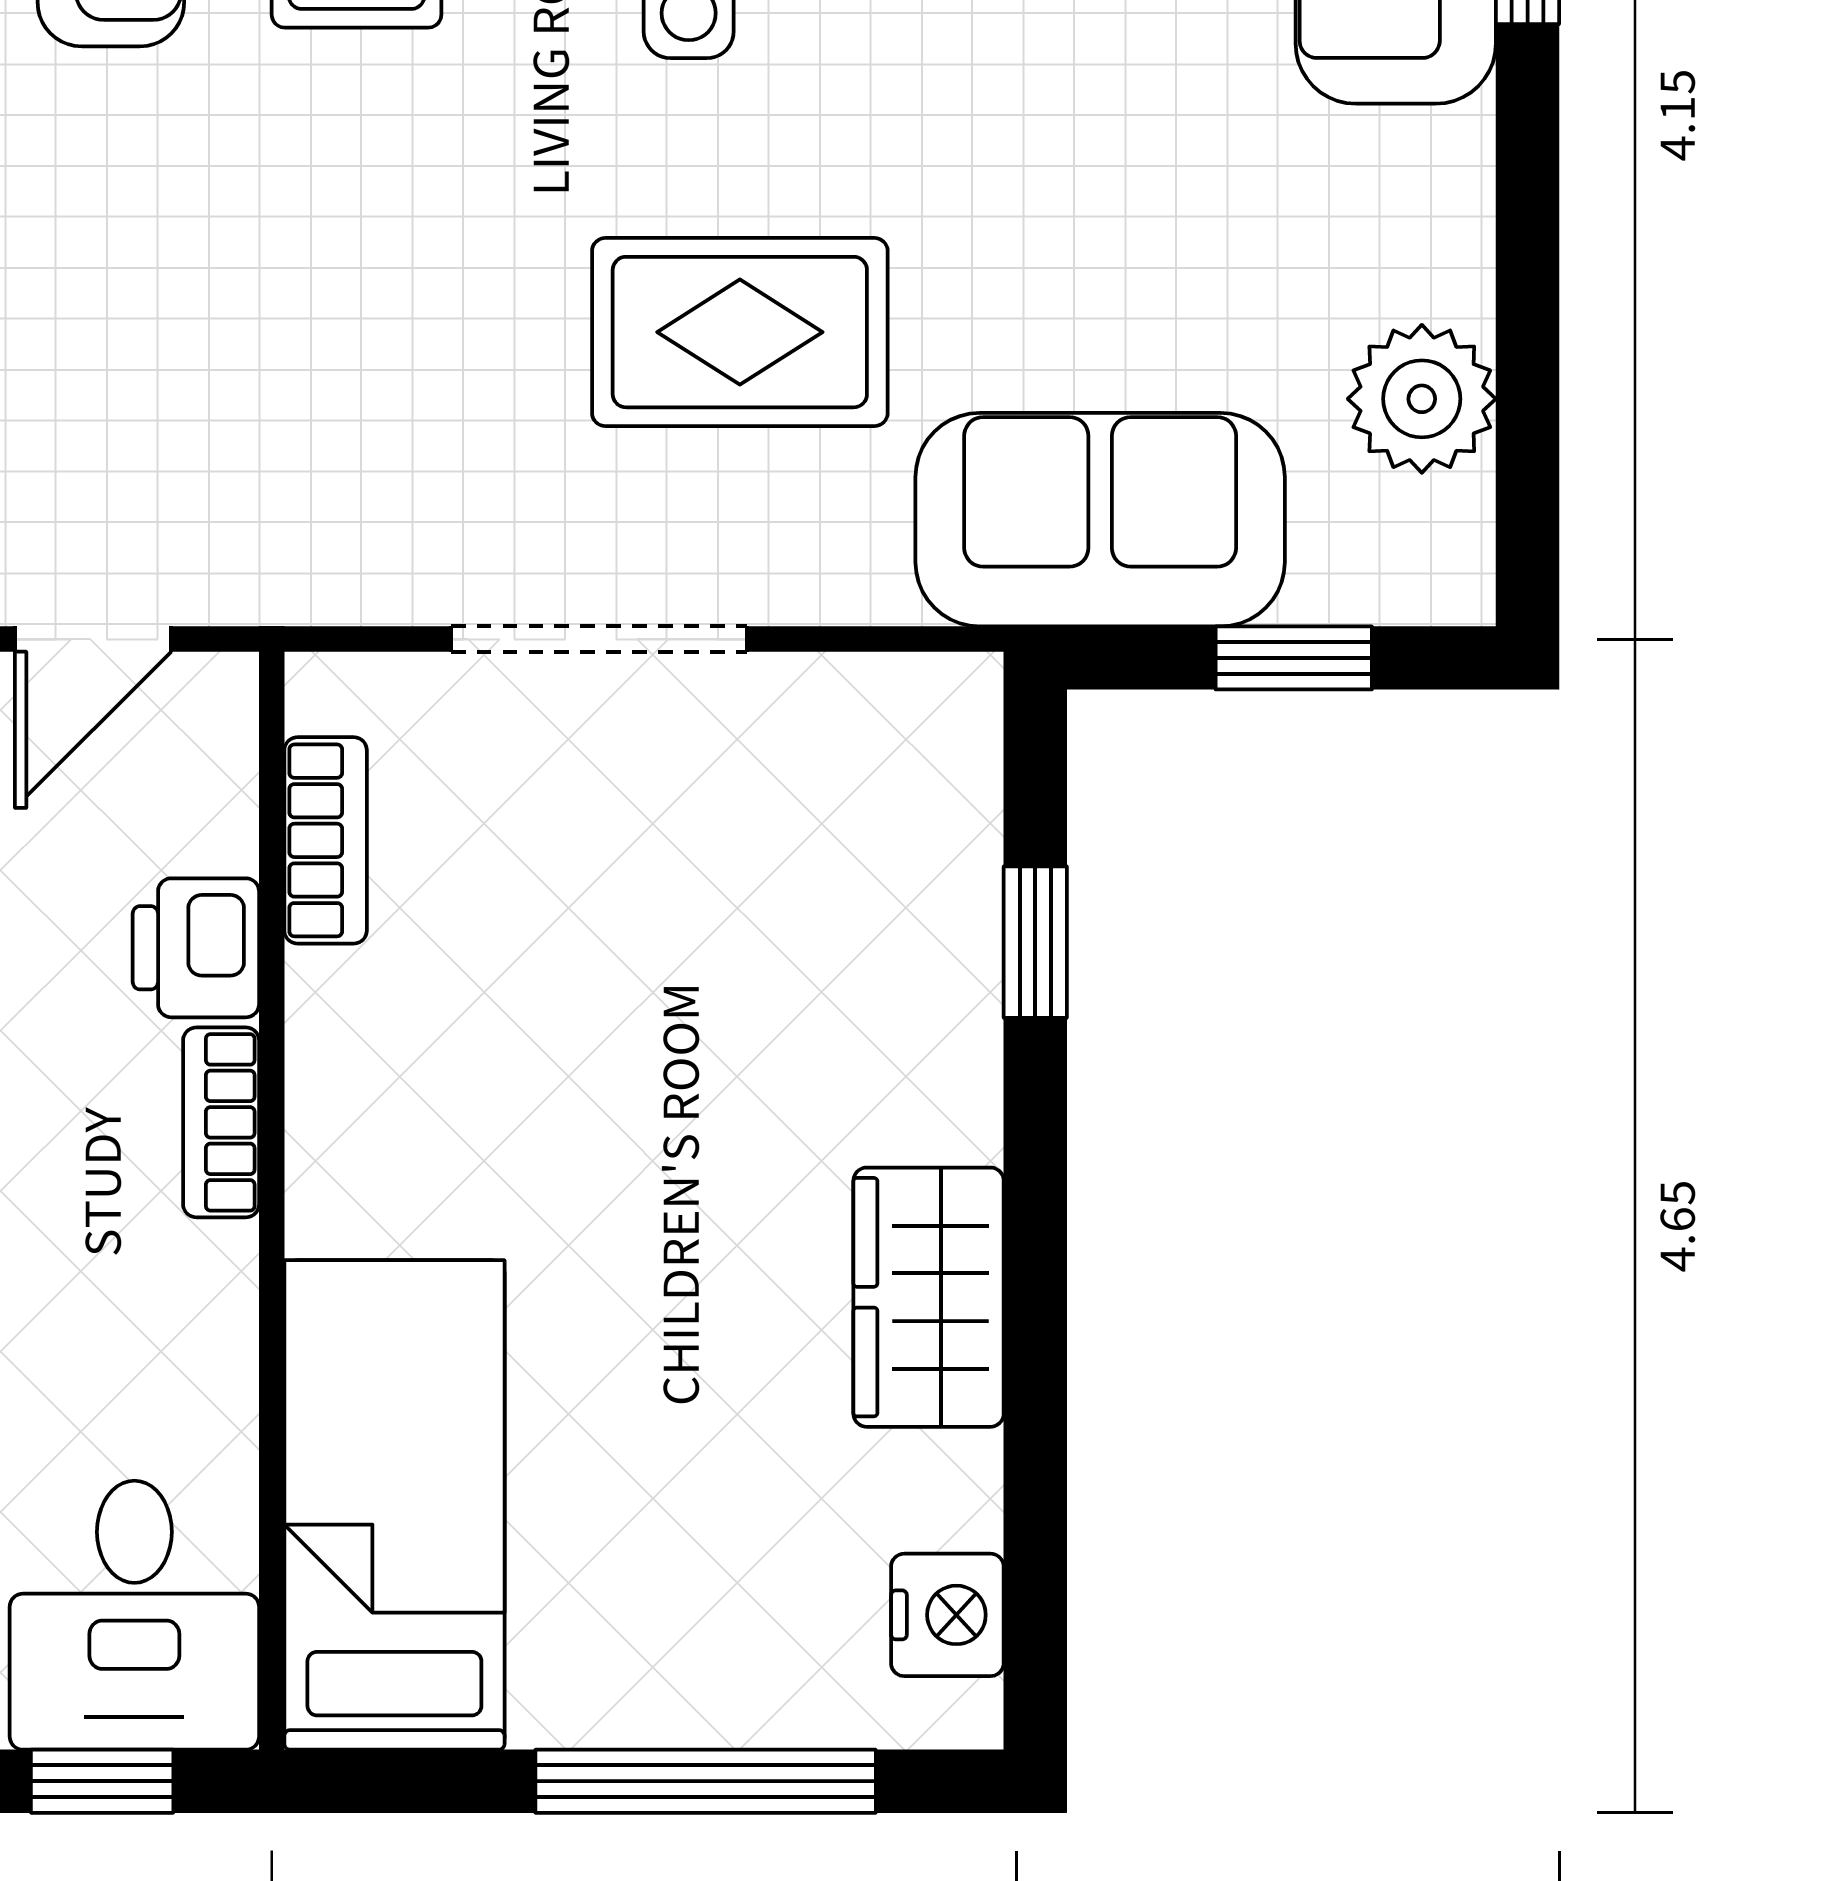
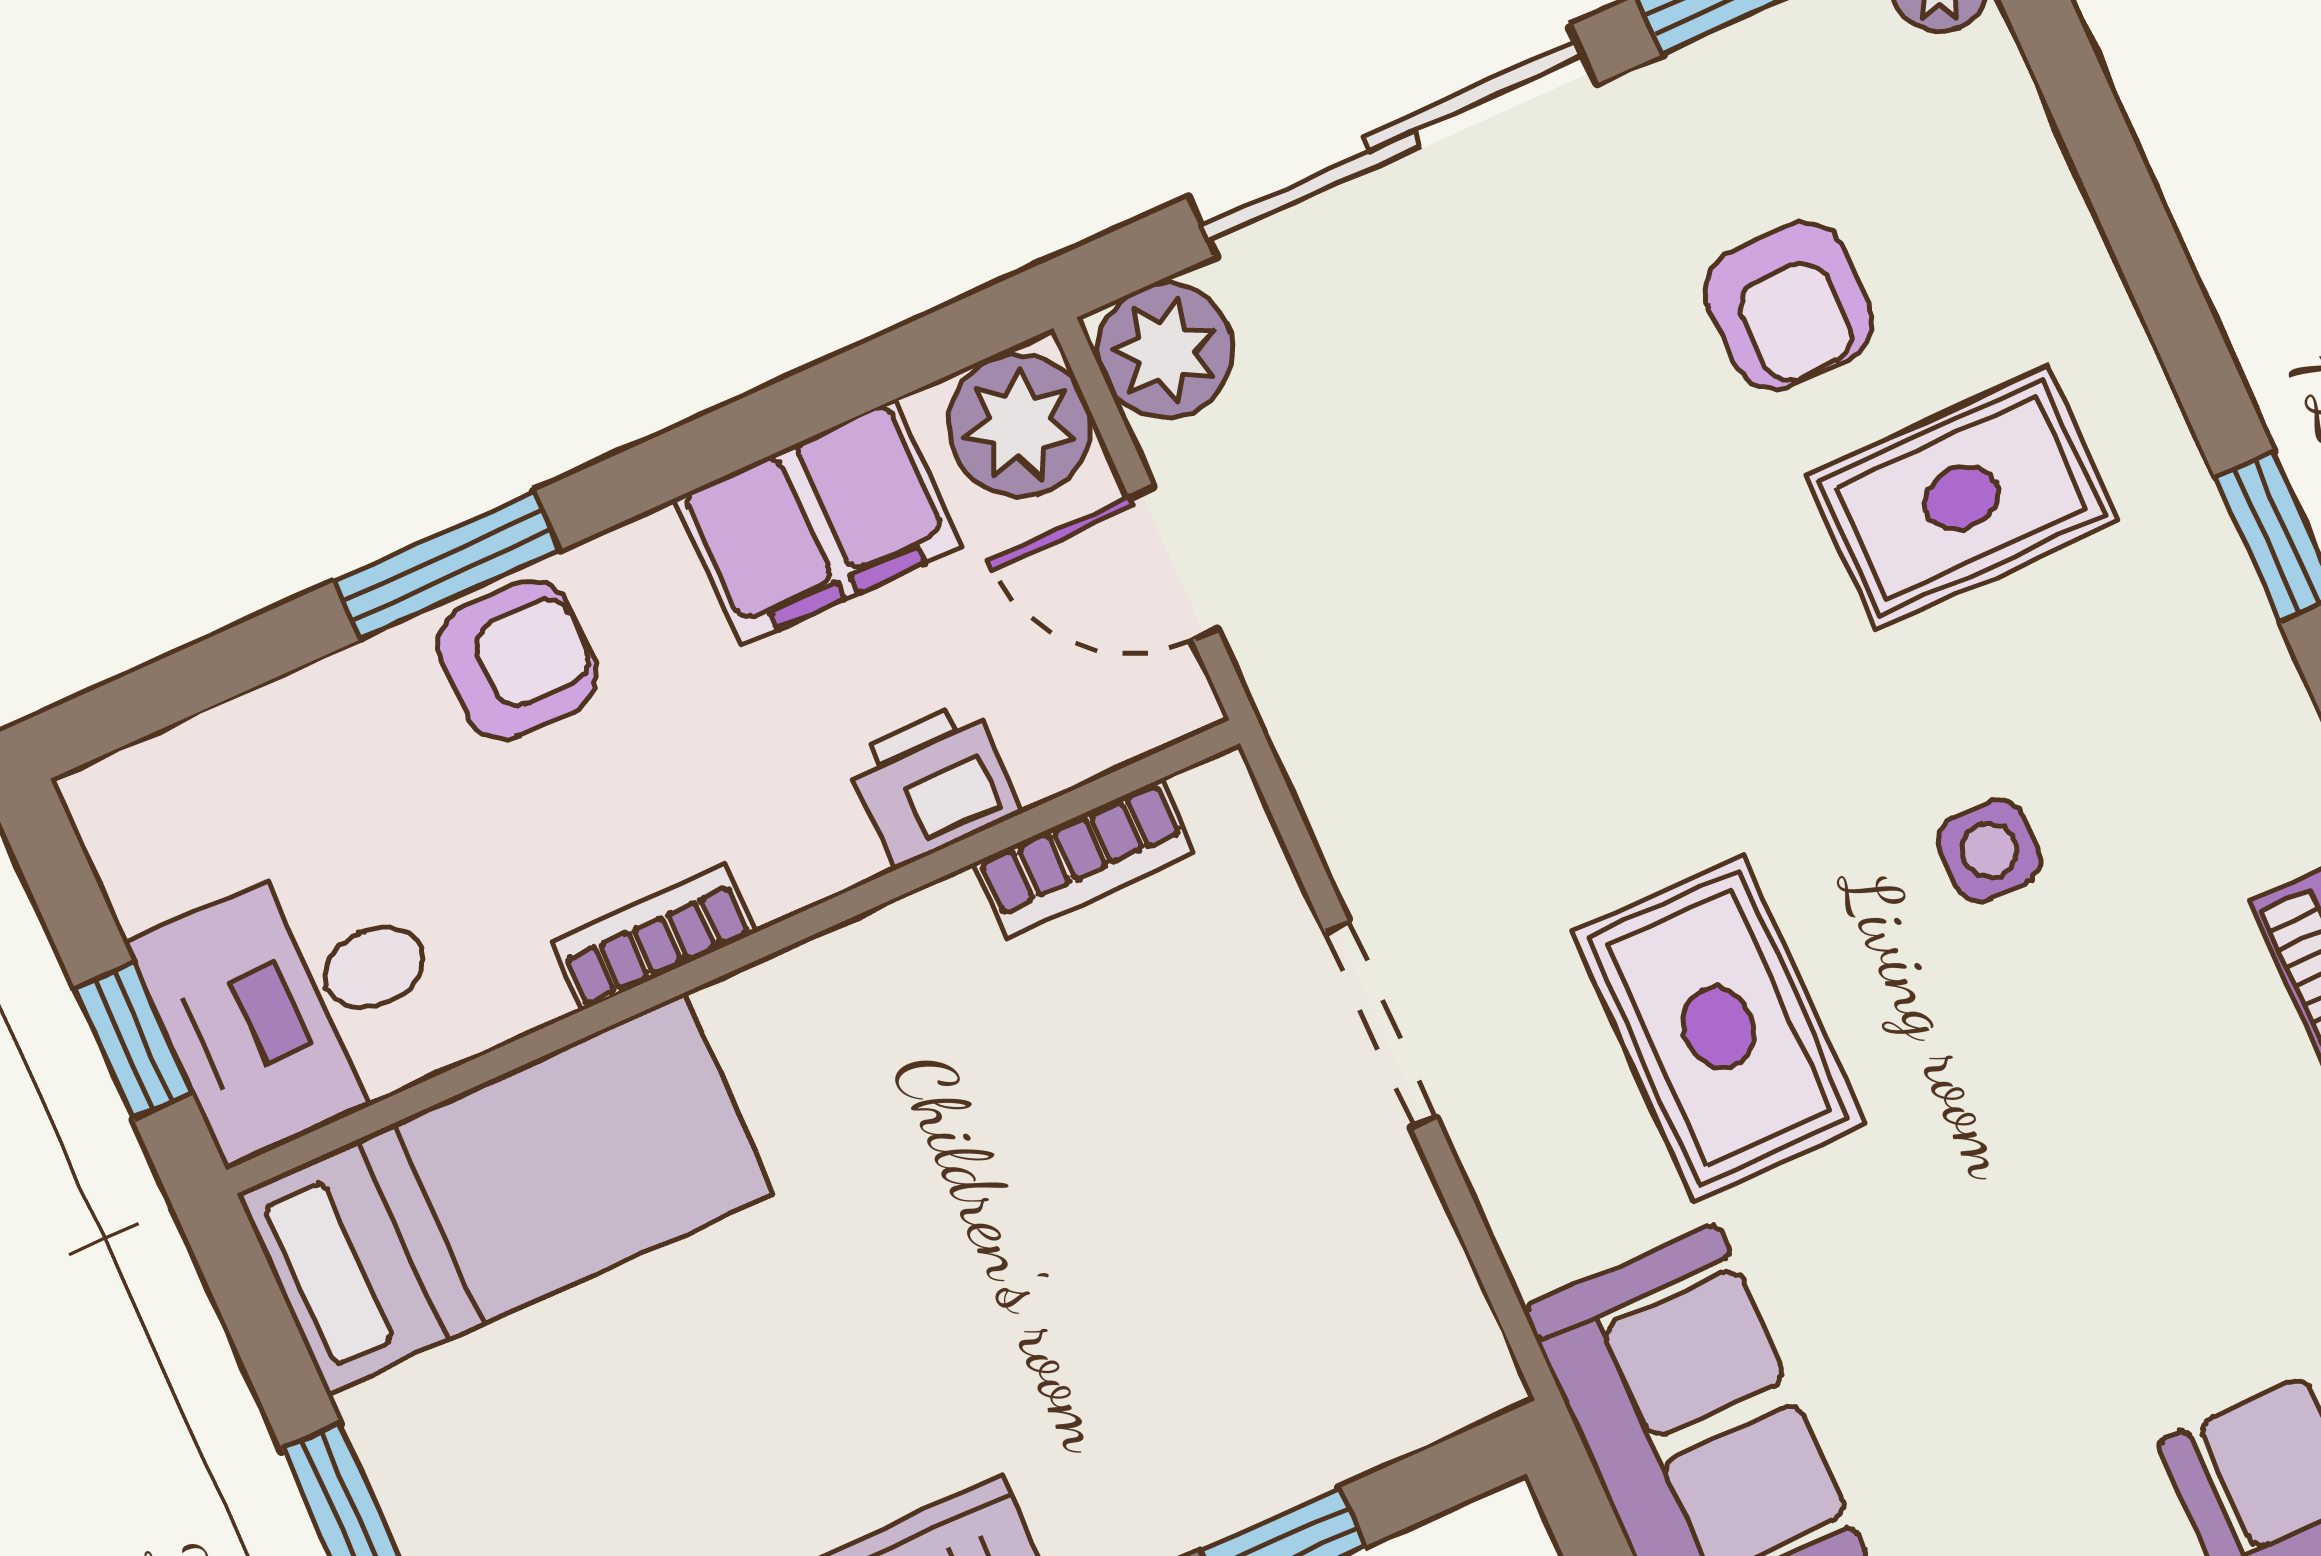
doorway: (599, 639) -> (1380, 1025), width x0.73
bookcase: (221, 1122) -> (653, 937), moved

